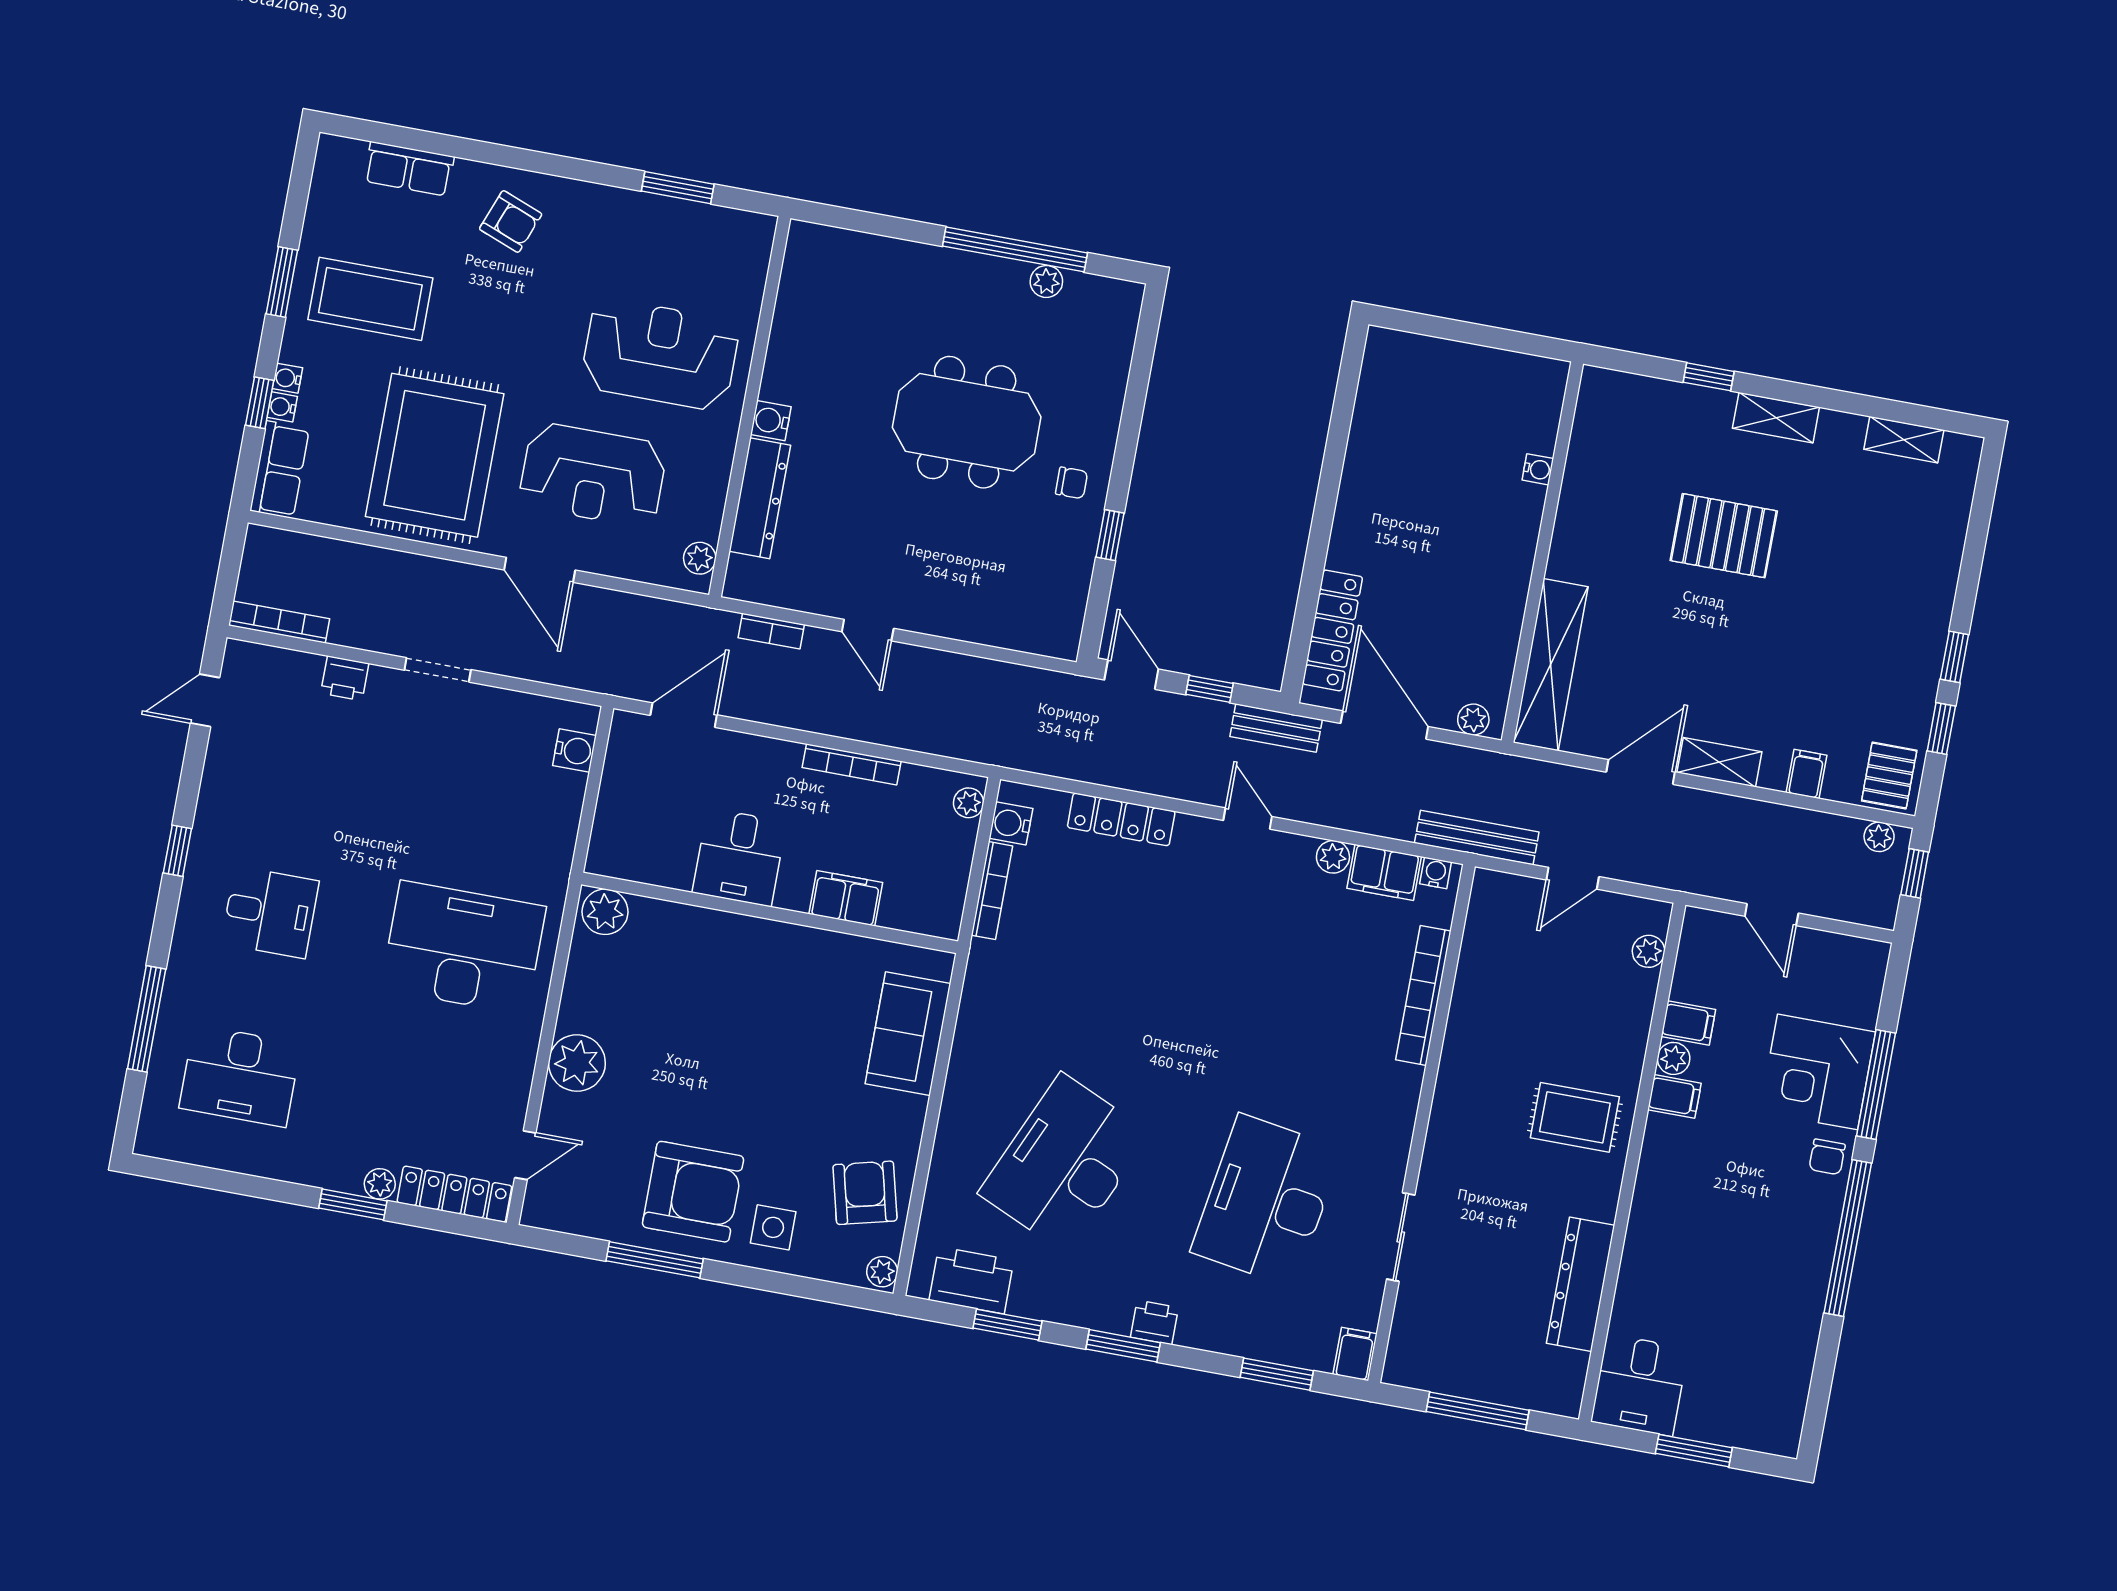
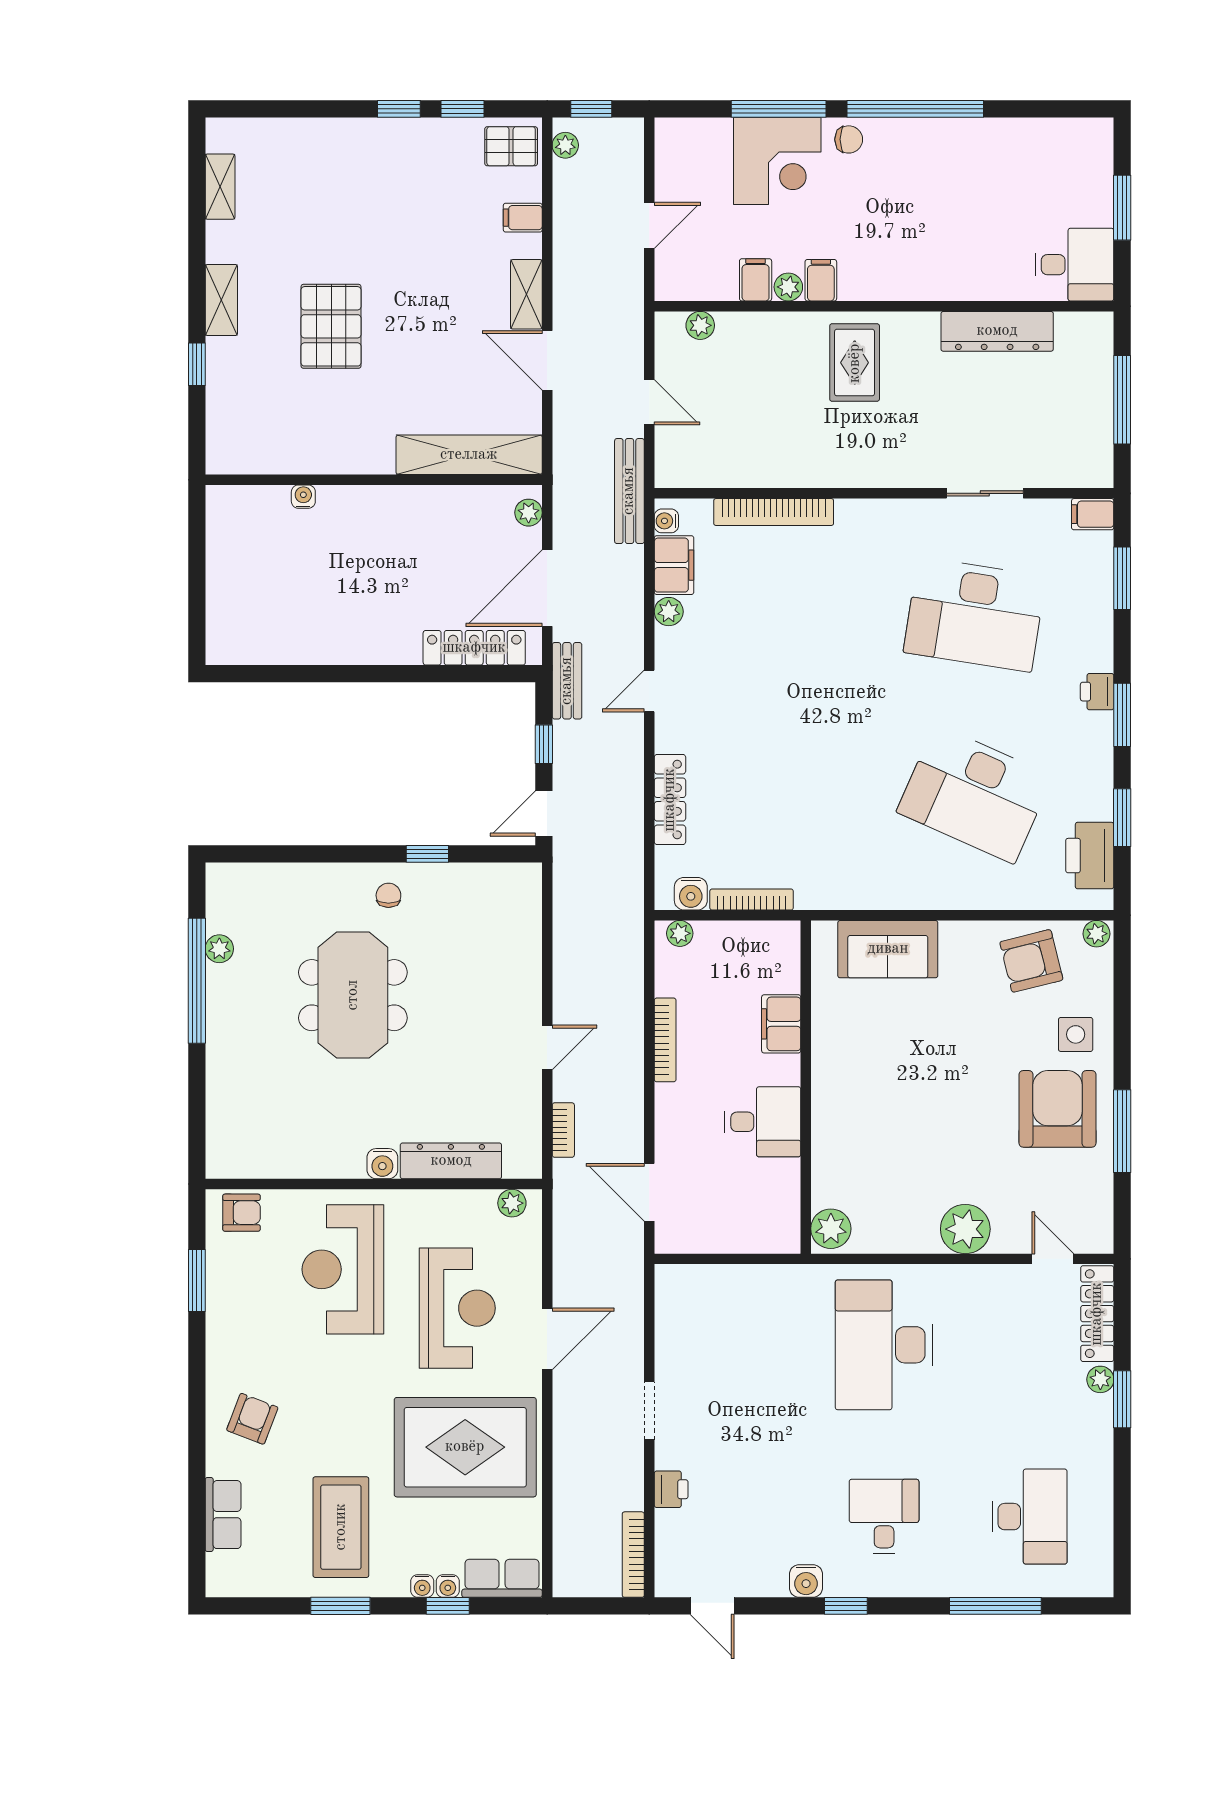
armchair: (745, 252) -> (241, 1213), added
water cooler: (574, 751) -> (806, 1581), moved, turned 180

